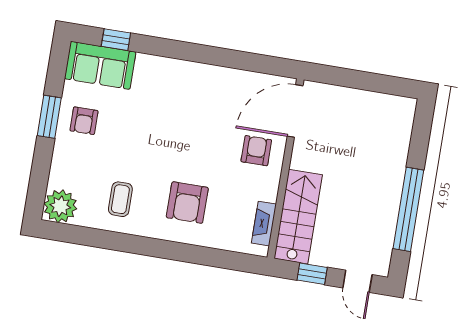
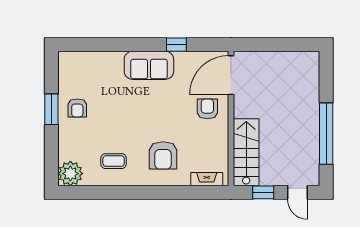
window: (116, 40) -> (176, 45), moved
sofa: (100, 65) -> (149, 65), moved
coffee table: (120, 199) -> (114, 161), turned 90
fireplace: (264, 224) -> (207, 179), moved, turned 90

